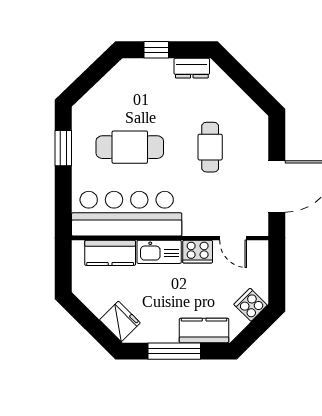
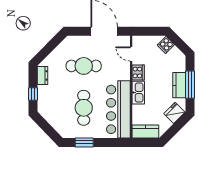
cafe table: (210, 147) -> (84, 66), width x1.37, depth x1.35
door: (233, 238) -> (131, 54), swing flipped
kitchen counter: (110, 253) -> (145, 131), moved, turned -90
kitchen counter: (204, 330) -> (179, 85), moved

